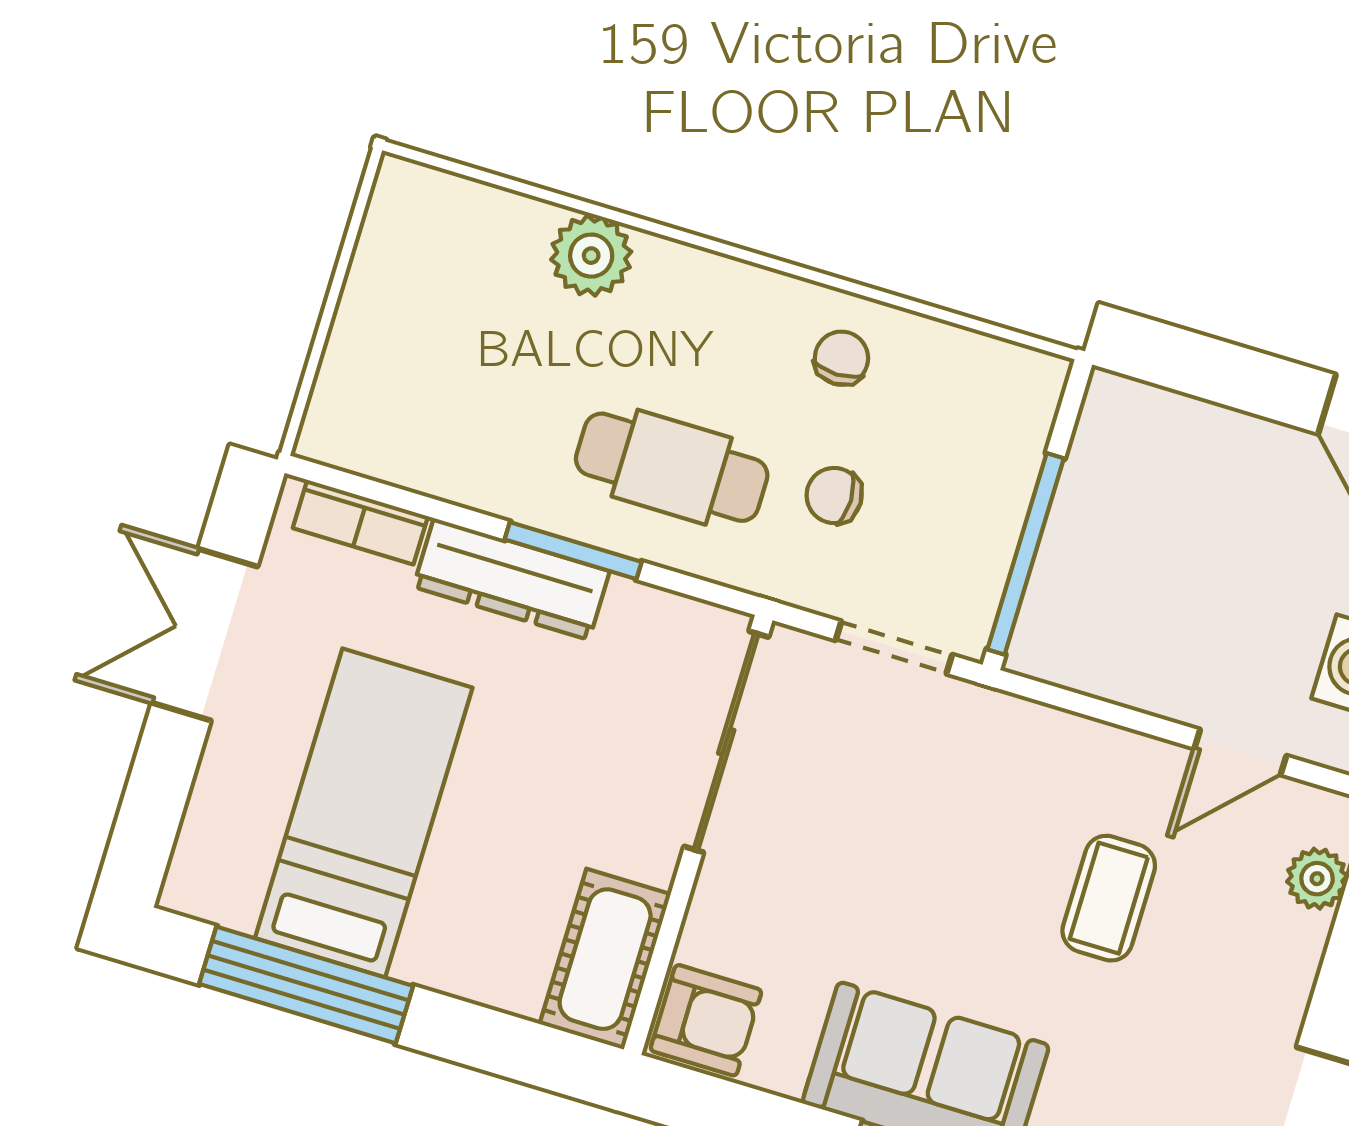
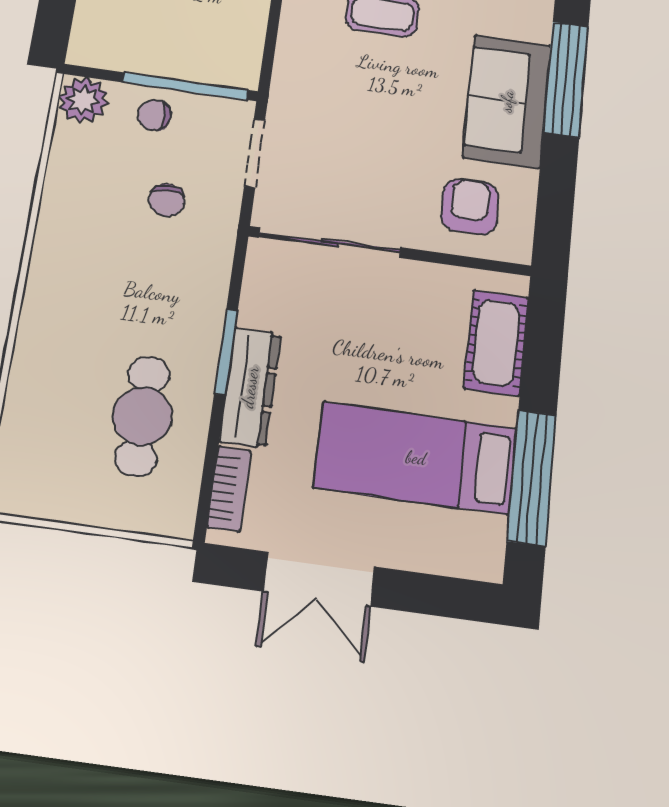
plant: (591, 256) -> (83, 100), moved
chair: (841, 358) -> (154, 115), moved
cafe table: (672, 467) -> (142, 416), moved
cot: (605, 959) -> (496, 343), moved, turned 90
armchair: (706, 1020) -> (470, 207), moved

